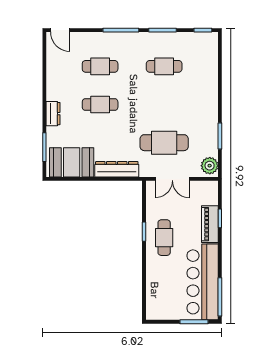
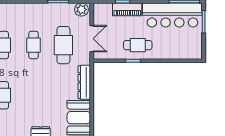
cafe table: (100, 105) -> (34, 45), moved

